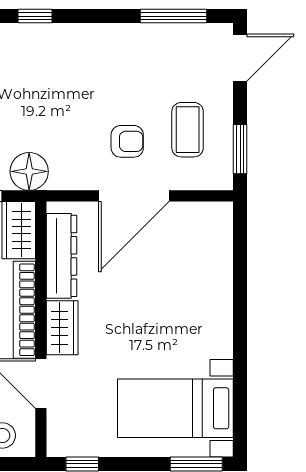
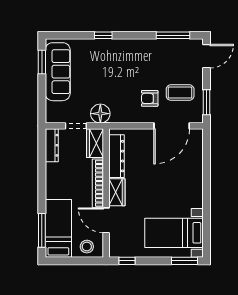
coffee table: (188, 130) -> (180, 93), turned 90
armchair: (127, 141) -> (150, 98), turned 180
door: (134, 196) -> (172, 126), moved

